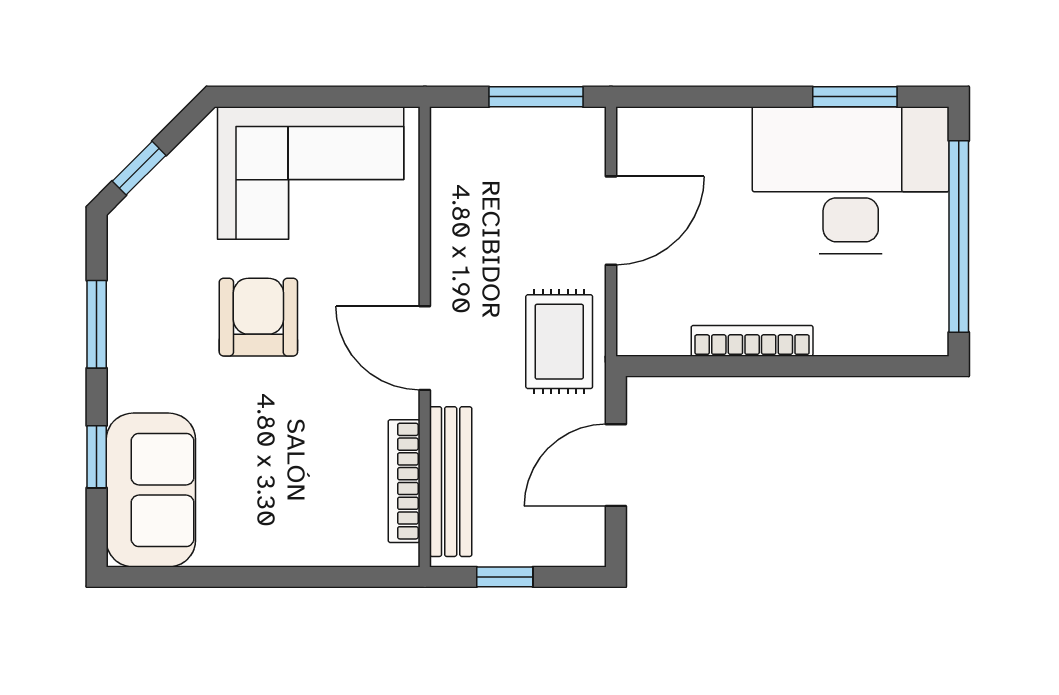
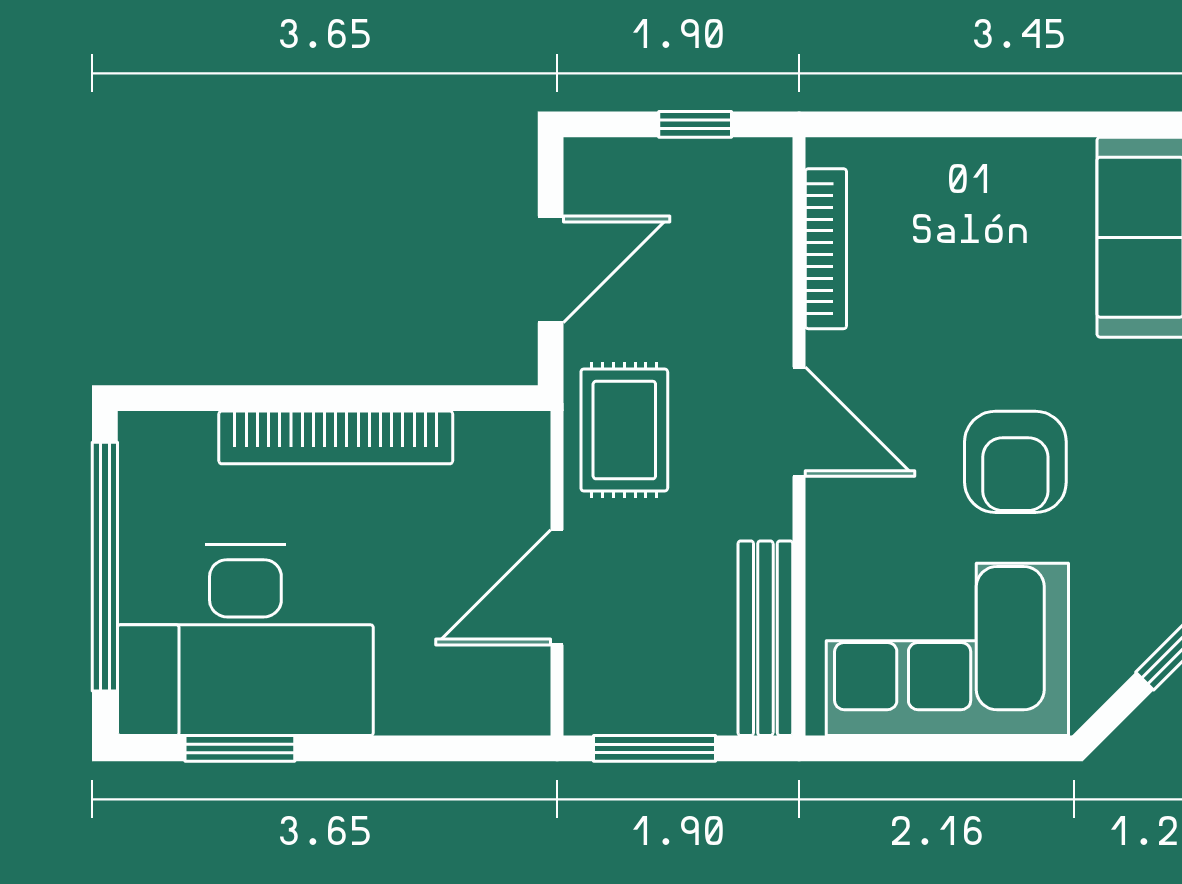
bookcase: (752, 341) -> (336, 437), width x1.48, depth x1.31
bench: (451, 482) -> (765, 638), moved

